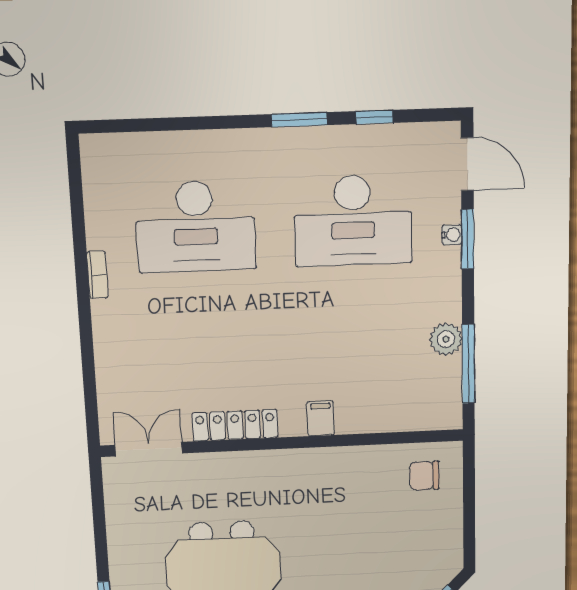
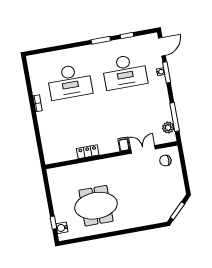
door: (467, 164) -> (162, 47), hinge flipped
plant: (446, 339) -> (168, 128), moved
locker: (235, 425) -> (88, 152), width x0.66
double door: (149, 449) -> (143, 149), moved

